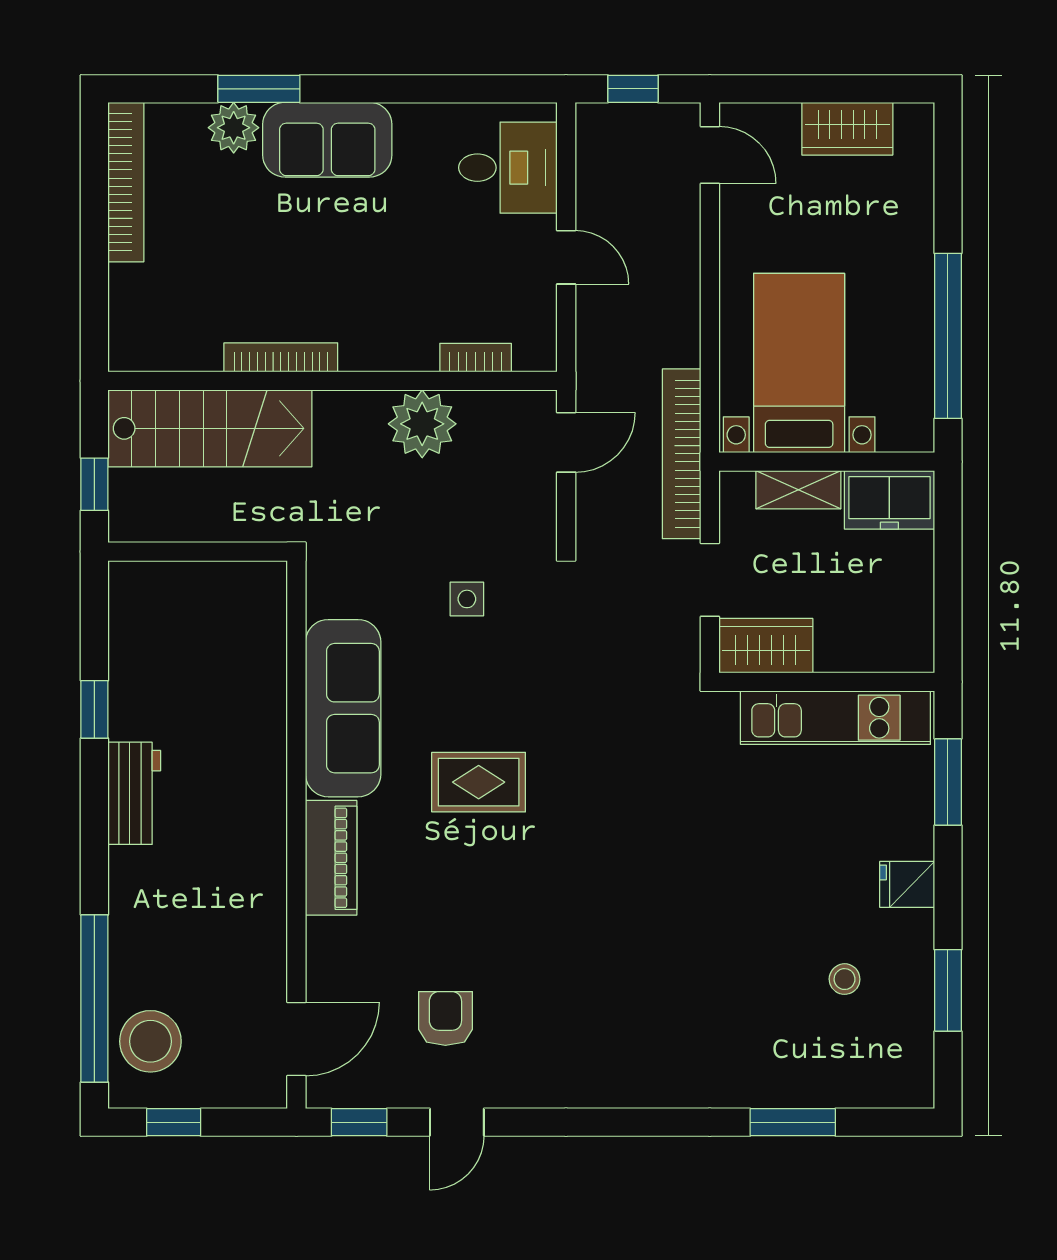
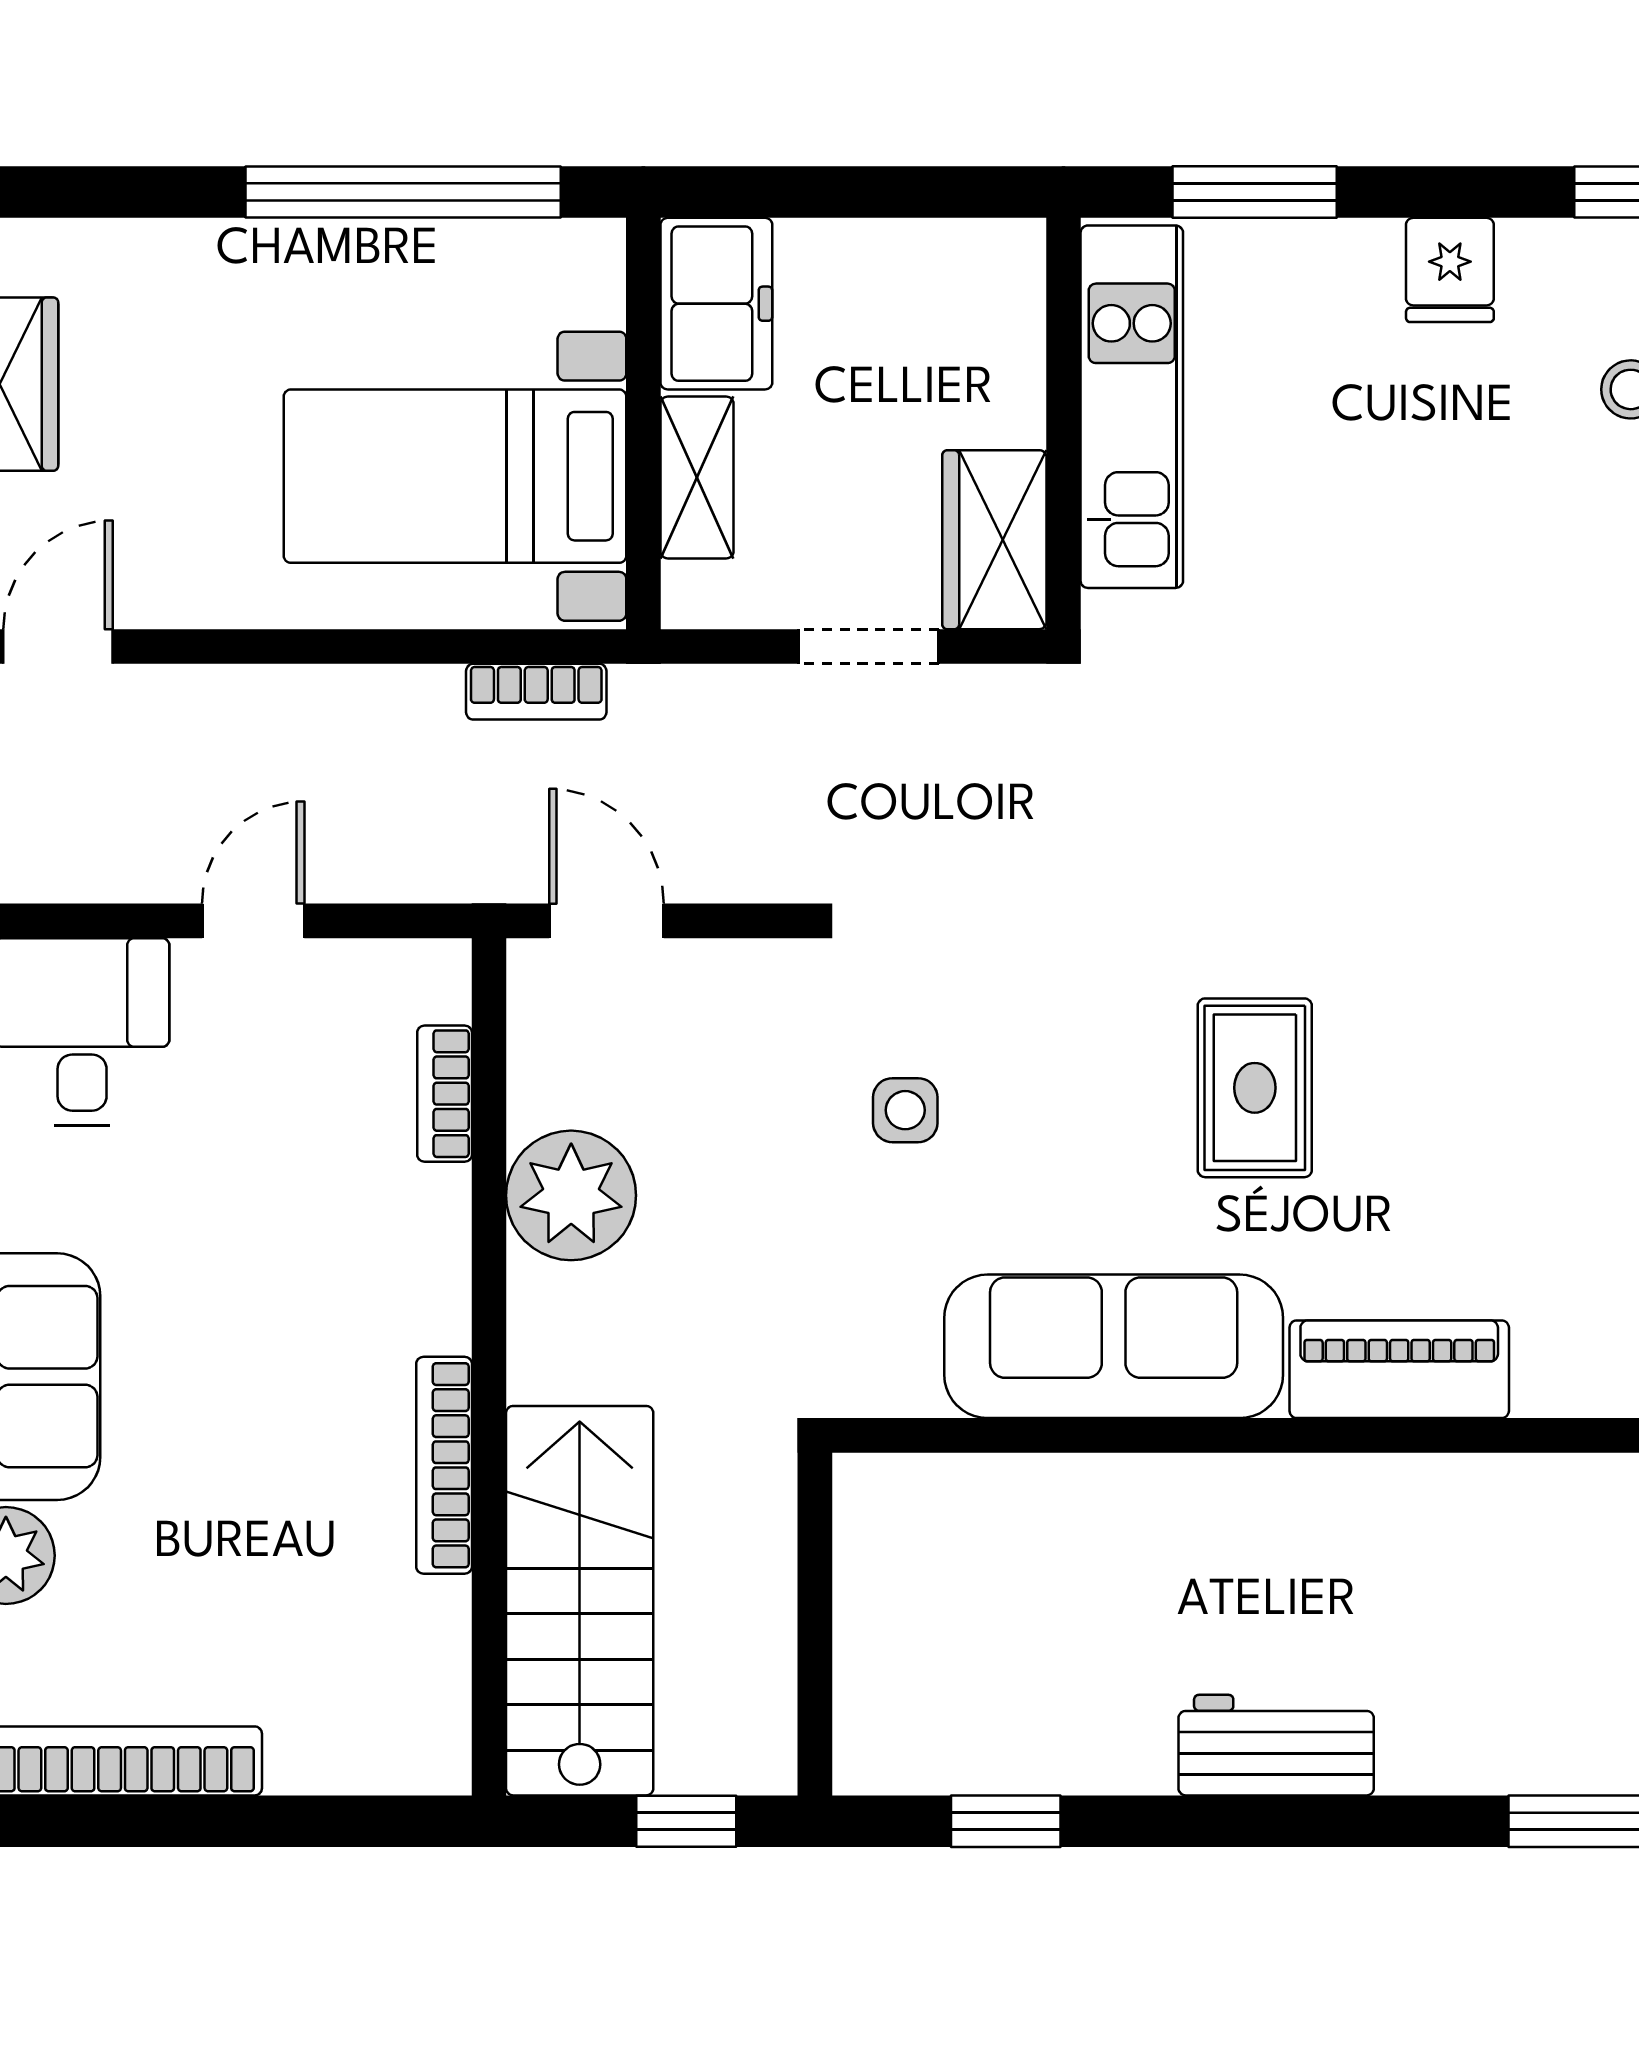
bookcase: (682, 454) -> (536, 692), width x0.43, depth x0.76
window: (94, 709) -> (1006, 1821), moved

